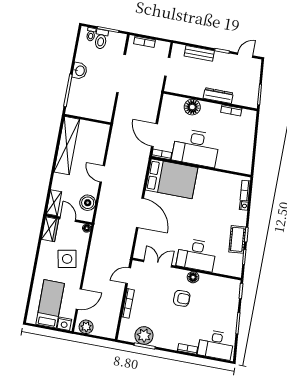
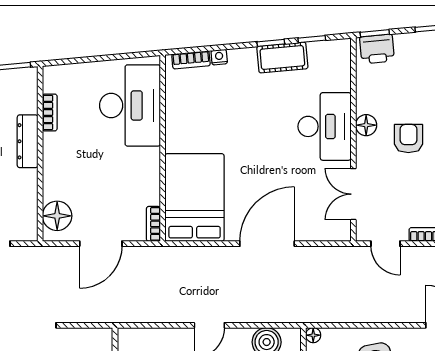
floor lamp: (192, 107) -> (57, 216), moved
door: (154, 135) -> (101, 244), moved
desk: (196, 148) -> (130, 105), moved
printer: (232, 291) -> (377, 49), added

